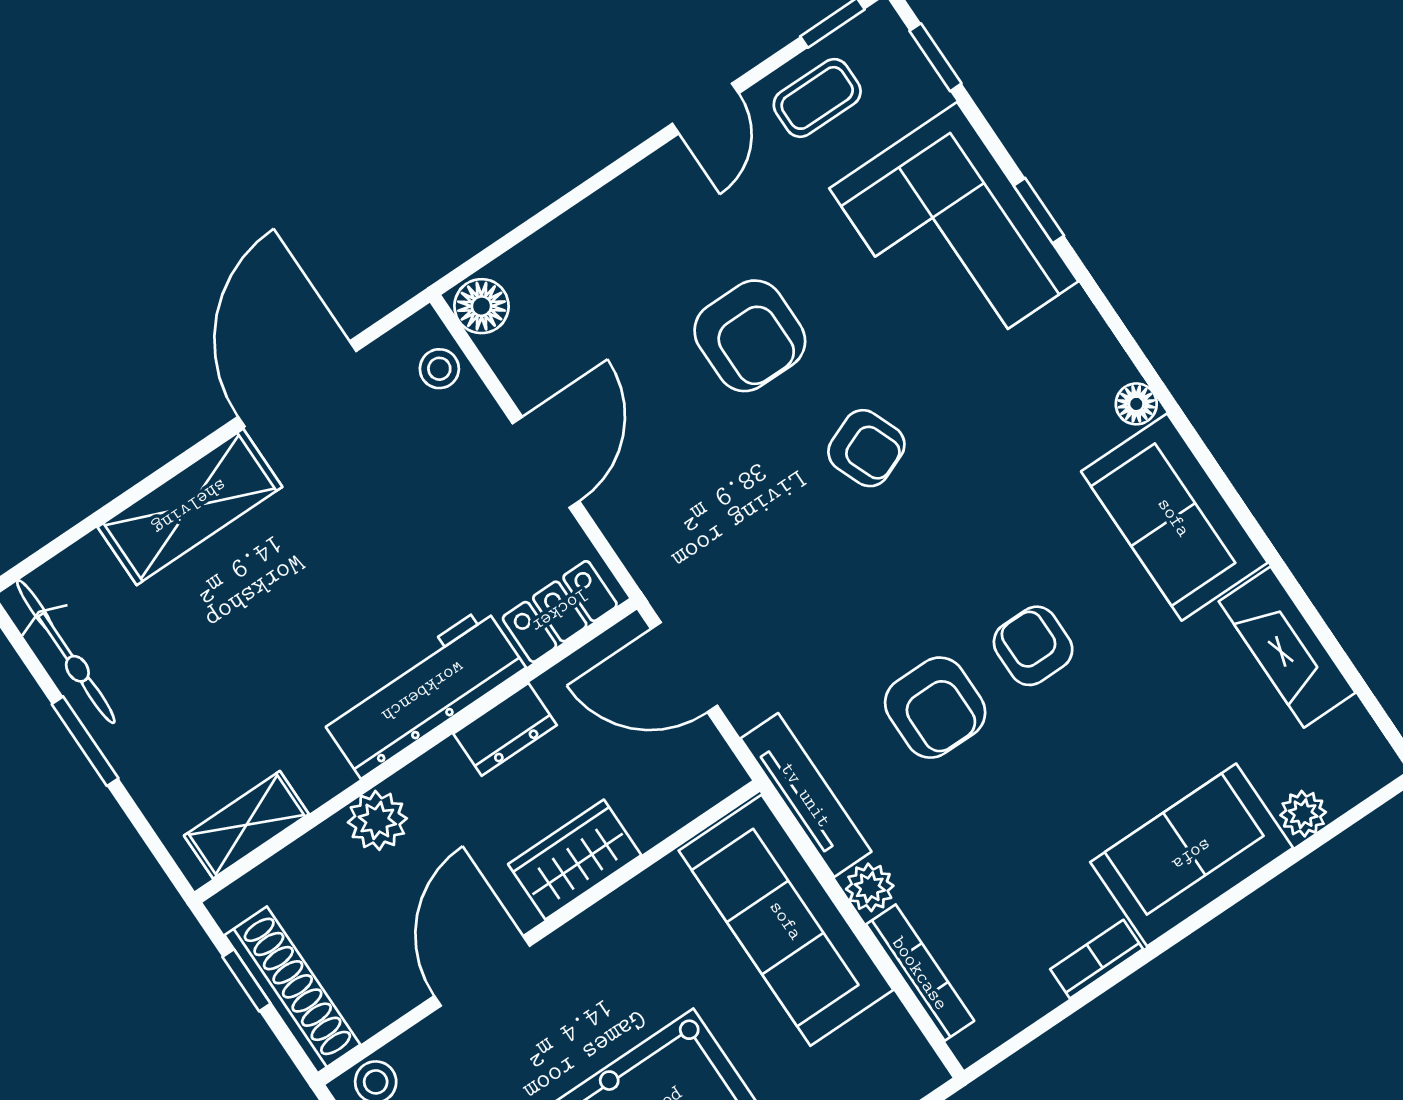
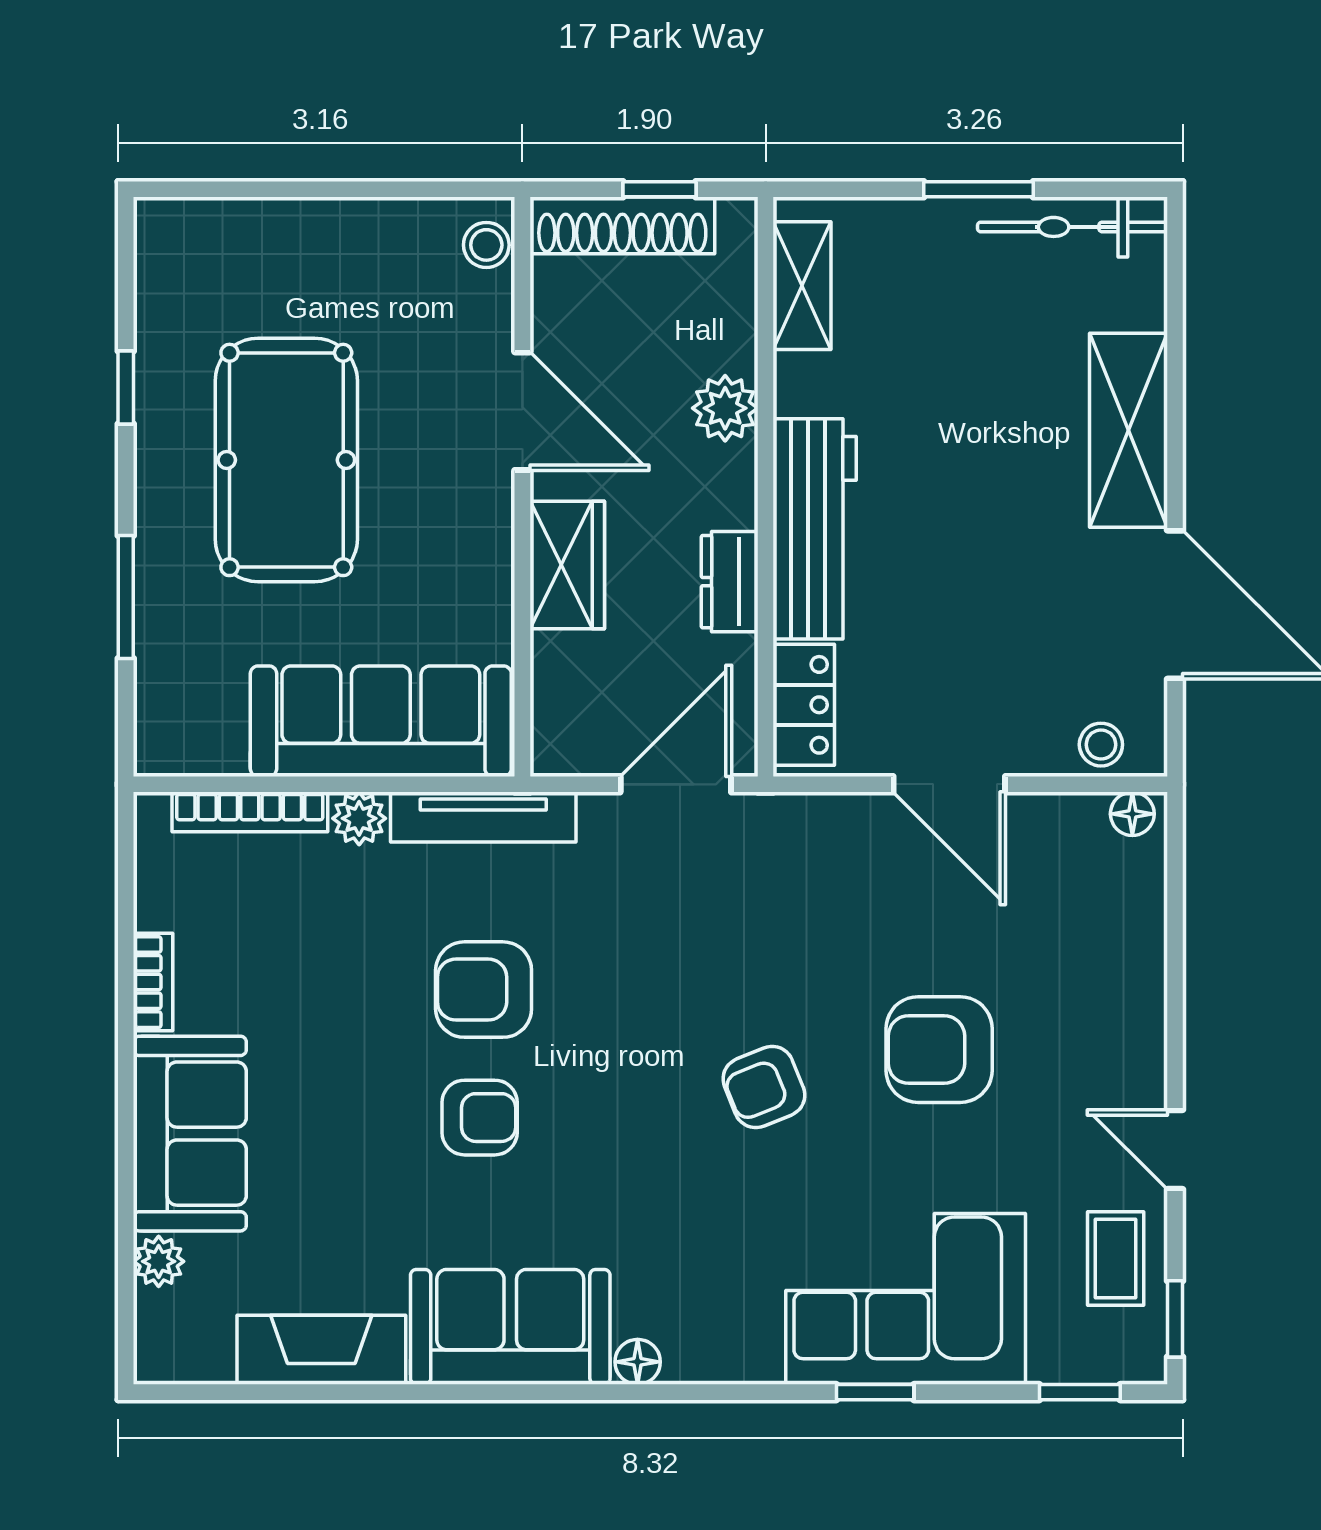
floor lamp: (482, 306) -> (1132, 814), width x0.73, depth x0.73

